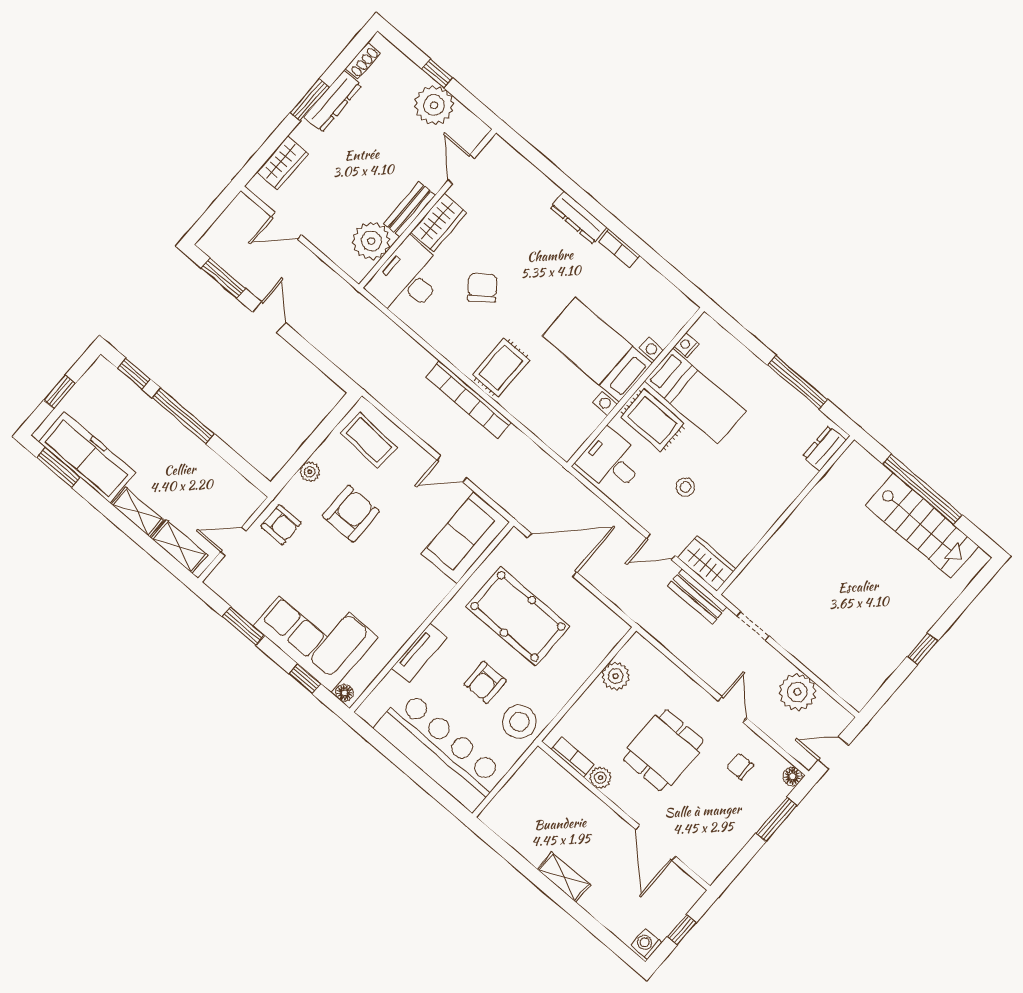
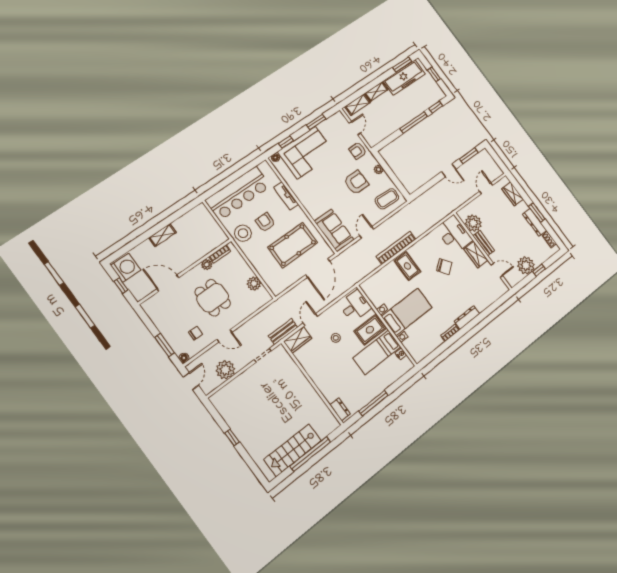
armchair: (351, 514) -> (356, 182), turned -90
washing machine: (646, 944) -> (126, 268), width x1.89, depth x1.89

